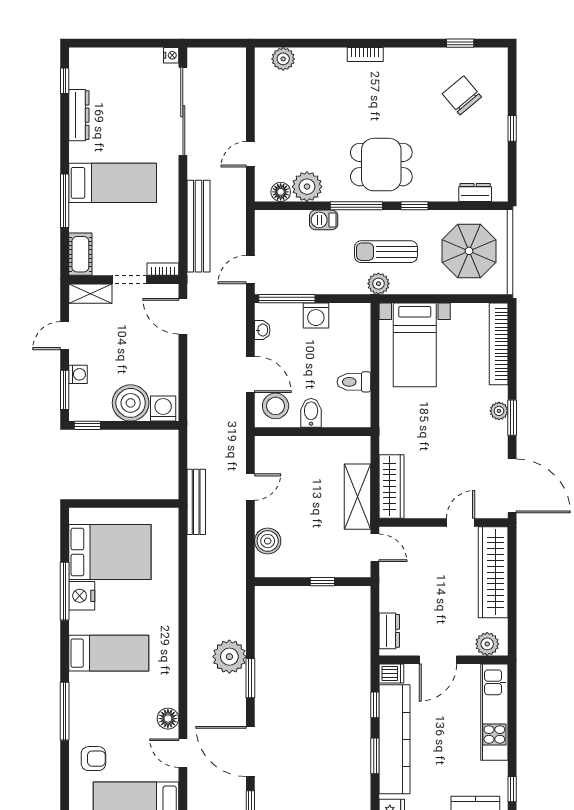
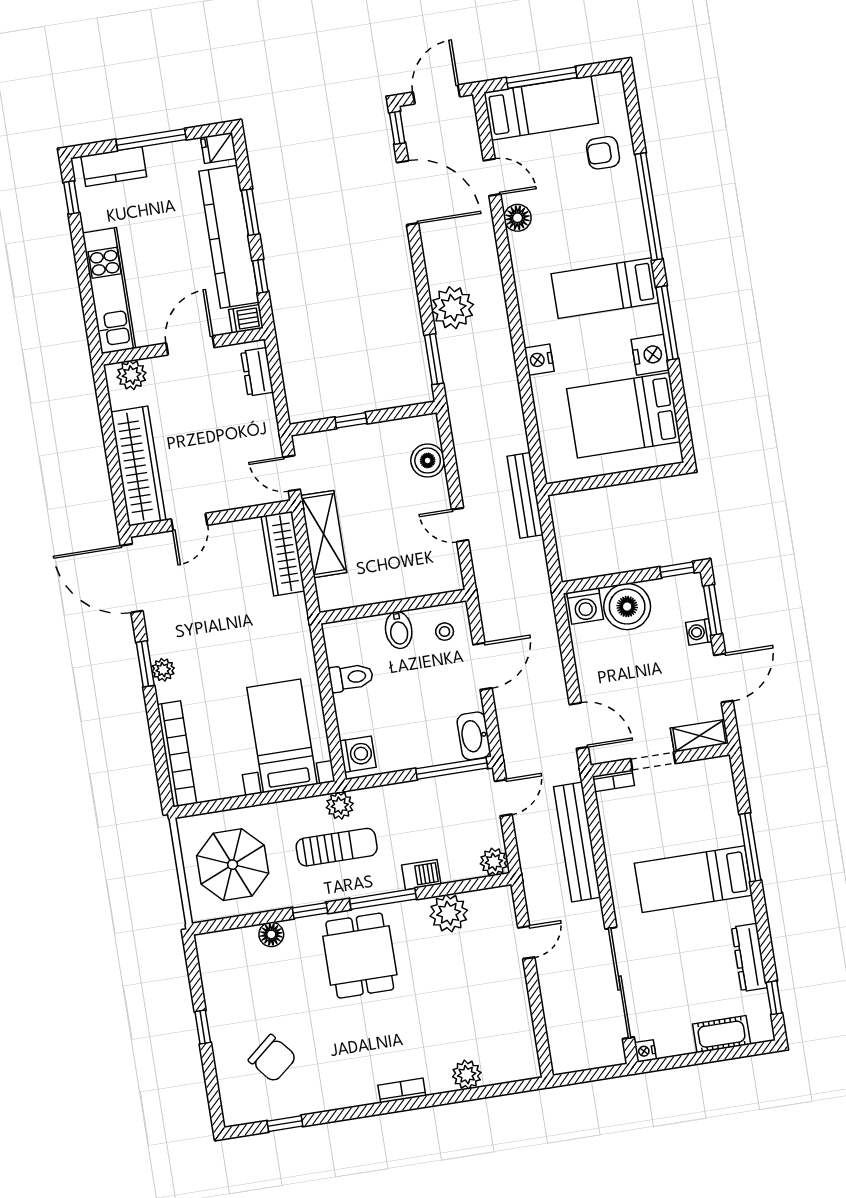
plant: (283, 59) -> (467, 1075), moved
dining table: (381, 165) -> (360, 956), turned 90
floor lamp: (281, 192) -> (271, 934), moved
dresser: (475, 192) -> (237, 939), removed
plant: (266, 221) -> (494, 862), added
cot: (80, 254) -> (722, 1034), moved, turned 90
washing machine: (316, 316) -> (358, 754), moved, turned 90
washbasin: (262, 330) -> (474, 736), width x1.91, depth x1.45
door: (65, 336) -> (723, 678), width x1.38
door: (250, 374) -> (482, 666), swing flipped
stool: (276, 406) -> (445, 632), width x0.53, depth x0.53
door: (250, 487) -> (460, 525), hinge flipped
window: (65, 591) -> (667, 323), moved
nightstand: (169, 606) -> (539, 360), added
window: (250, 678) -> (434, 359), moved
window: (65, 711) -> (649, 207), width x1.46

